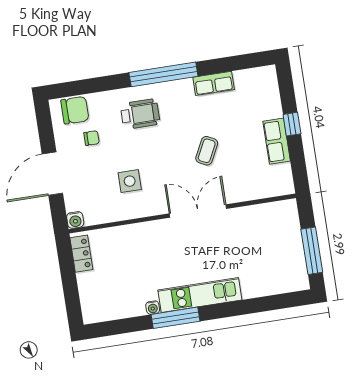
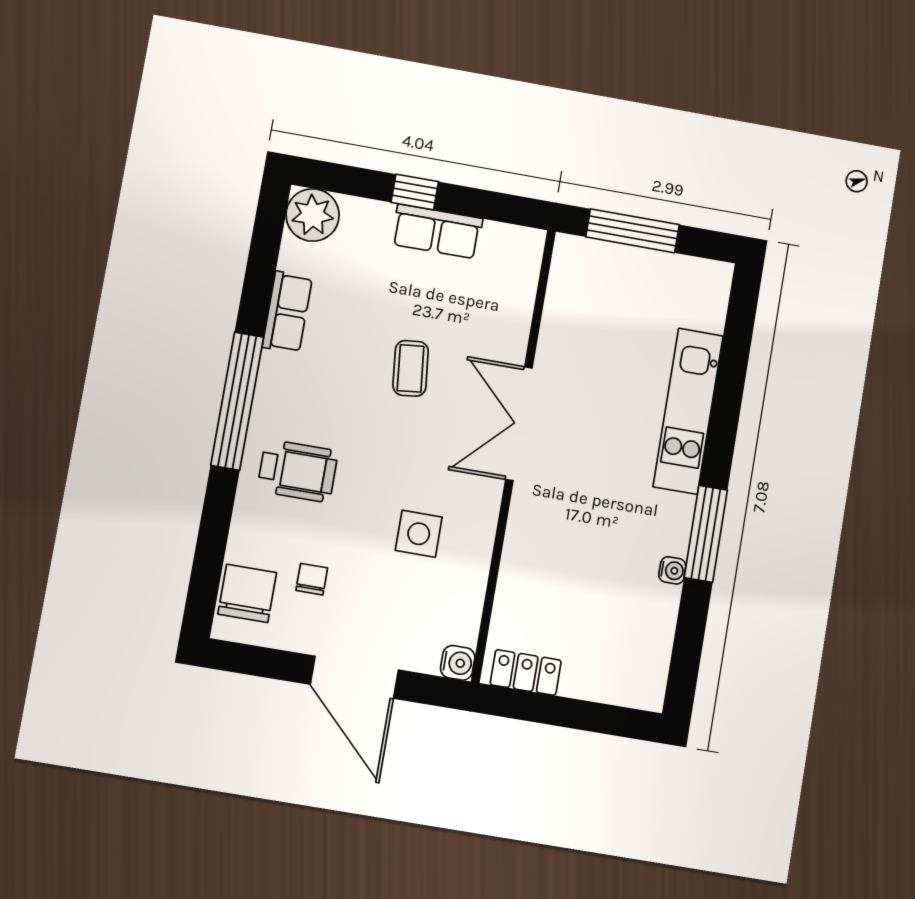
plant: (264, 79) -> (313, 215), added
wheelchair: (140, 114) -> (298, 471), turned 90
coffee table: (207, 151) -> (411, 368), turned 57
window: (312, 251) -> (633, 231), moved
kitchen unit: (200, 295) -> (688, 411), moved

